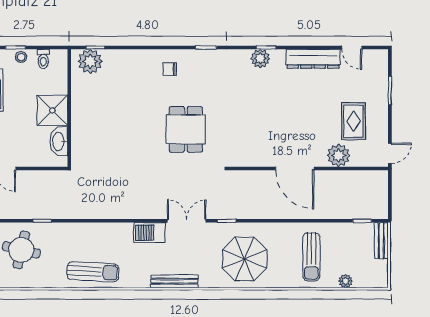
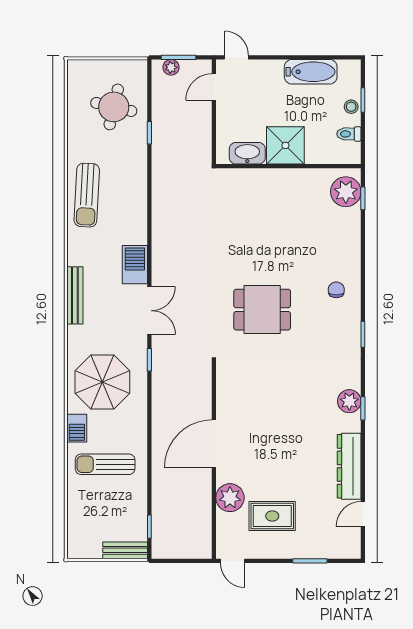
barbecue: (282, 280) -> (77, 428), added
plant: (346, 281) -> (75, 506), removed

